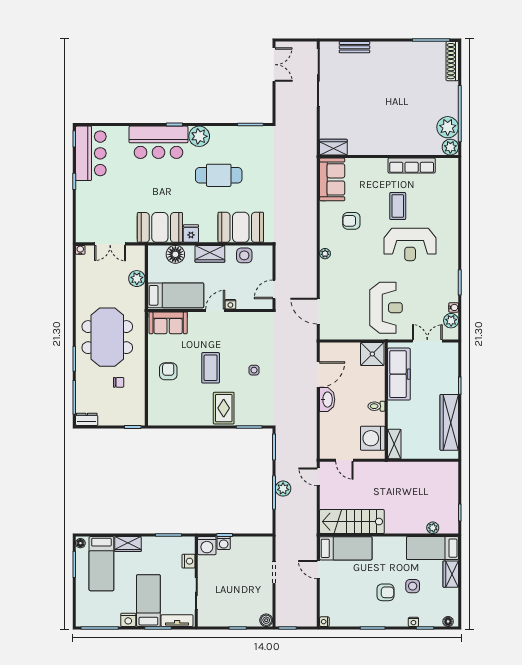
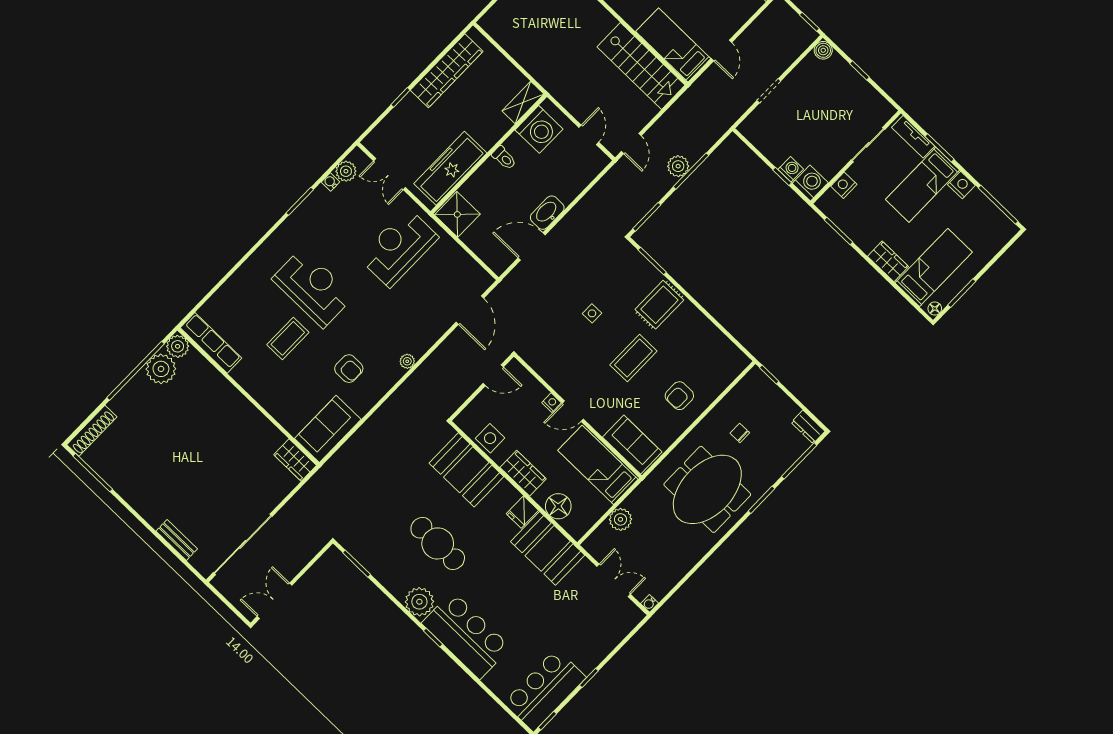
row of seats: (412, 165) -> (211, 343), moved

